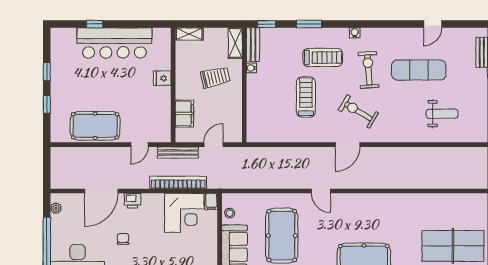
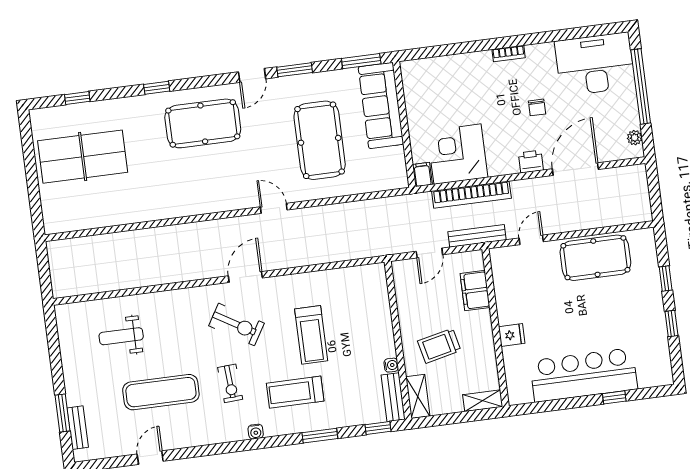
exercise bike: (368, 70) -> (230, 383), width x0.73, depth x0.72
stool: (230, 213) -> (395, 162), removed

